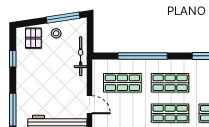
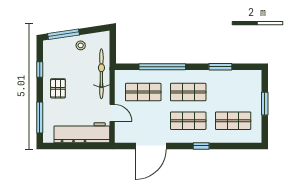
window: (63, 18) -> (64, 34), moved
pallet: (33, 38) -> (58, 88), moved
bicycle: (81, 56) -> (101, 74), width x1.37, depth x1.40

